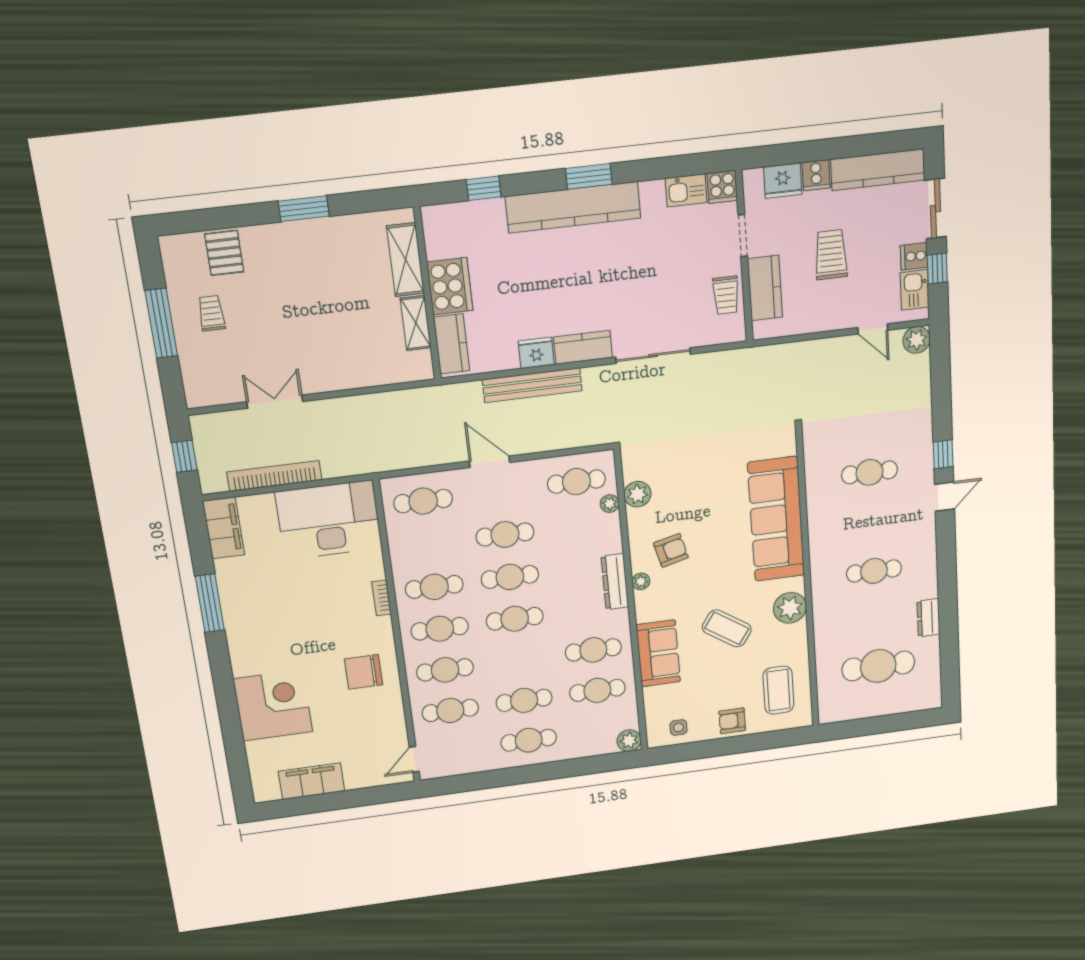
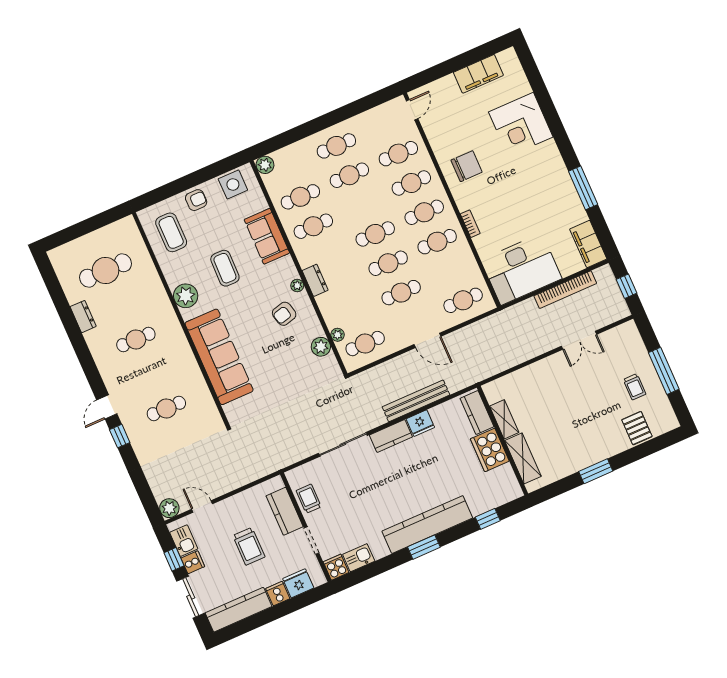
dresser: (615, 582) -> (315, 280), width x0.70
coffee table: (727, 628) -> (225, 268), turned 57
side table: (679, 727) -> (233, 184), width x1.87, depth x1.87

